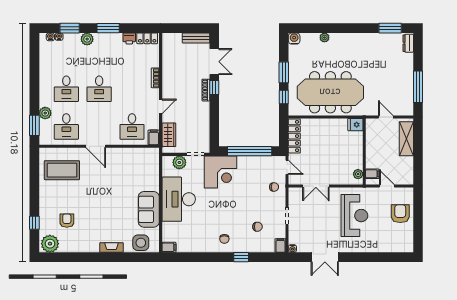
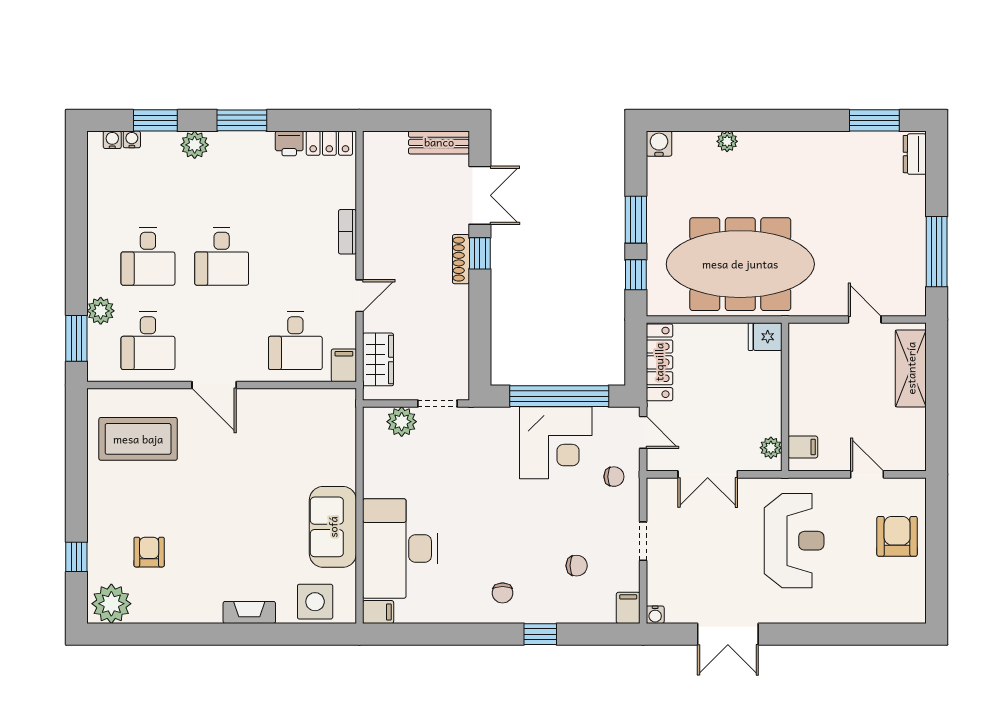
fridge: (355, 125) -> (765, 337), moved
wall: (364, 151) -> (785, 397), moved
corner desk: (221, 172) -> (556, 443), moved
plant: (358, 174) -> (771, 448), moved
filing cabinet: (372, 174) -> (803, 447), moved
desk: (179, 199) -> (400, 548), moved

